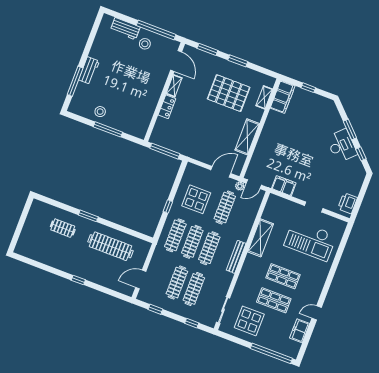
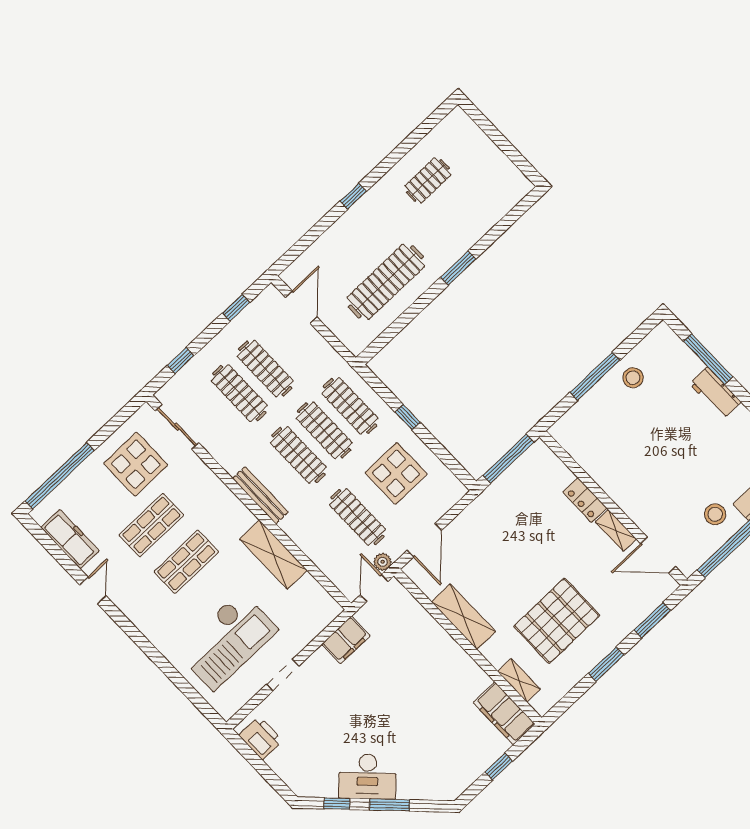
clothes rail: (63, 228) -> (428, 180), moved
checkout: (310, 240) -> (227, 641), turned 180
freezer: (300, 331) -> (70, 539), width x1.40

